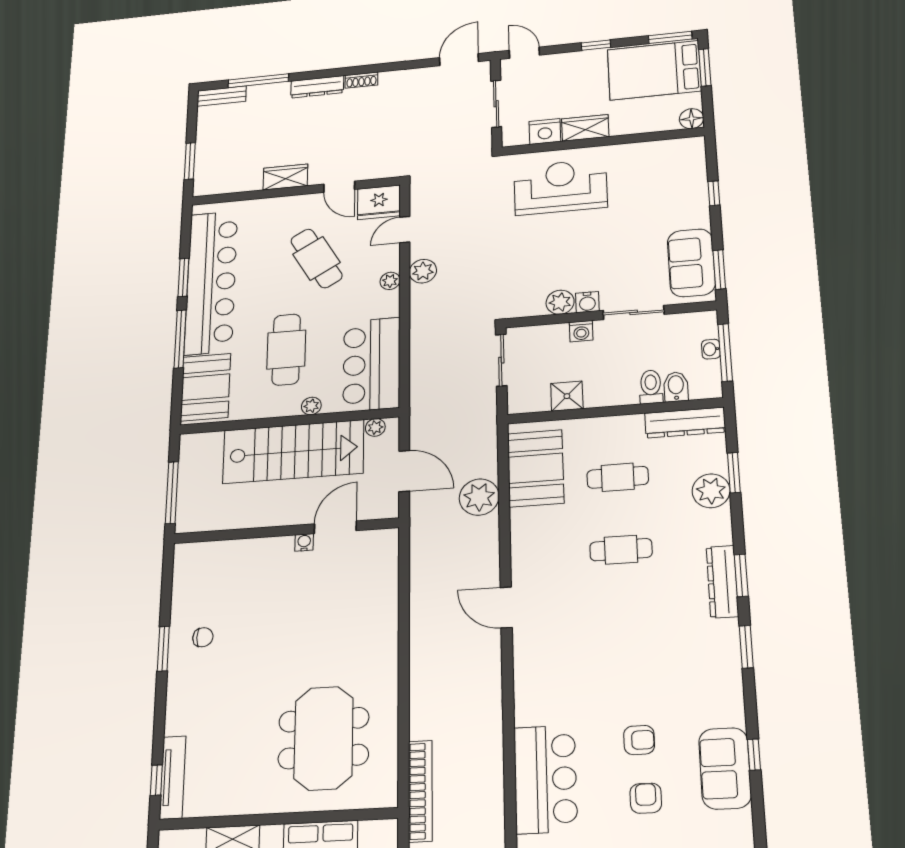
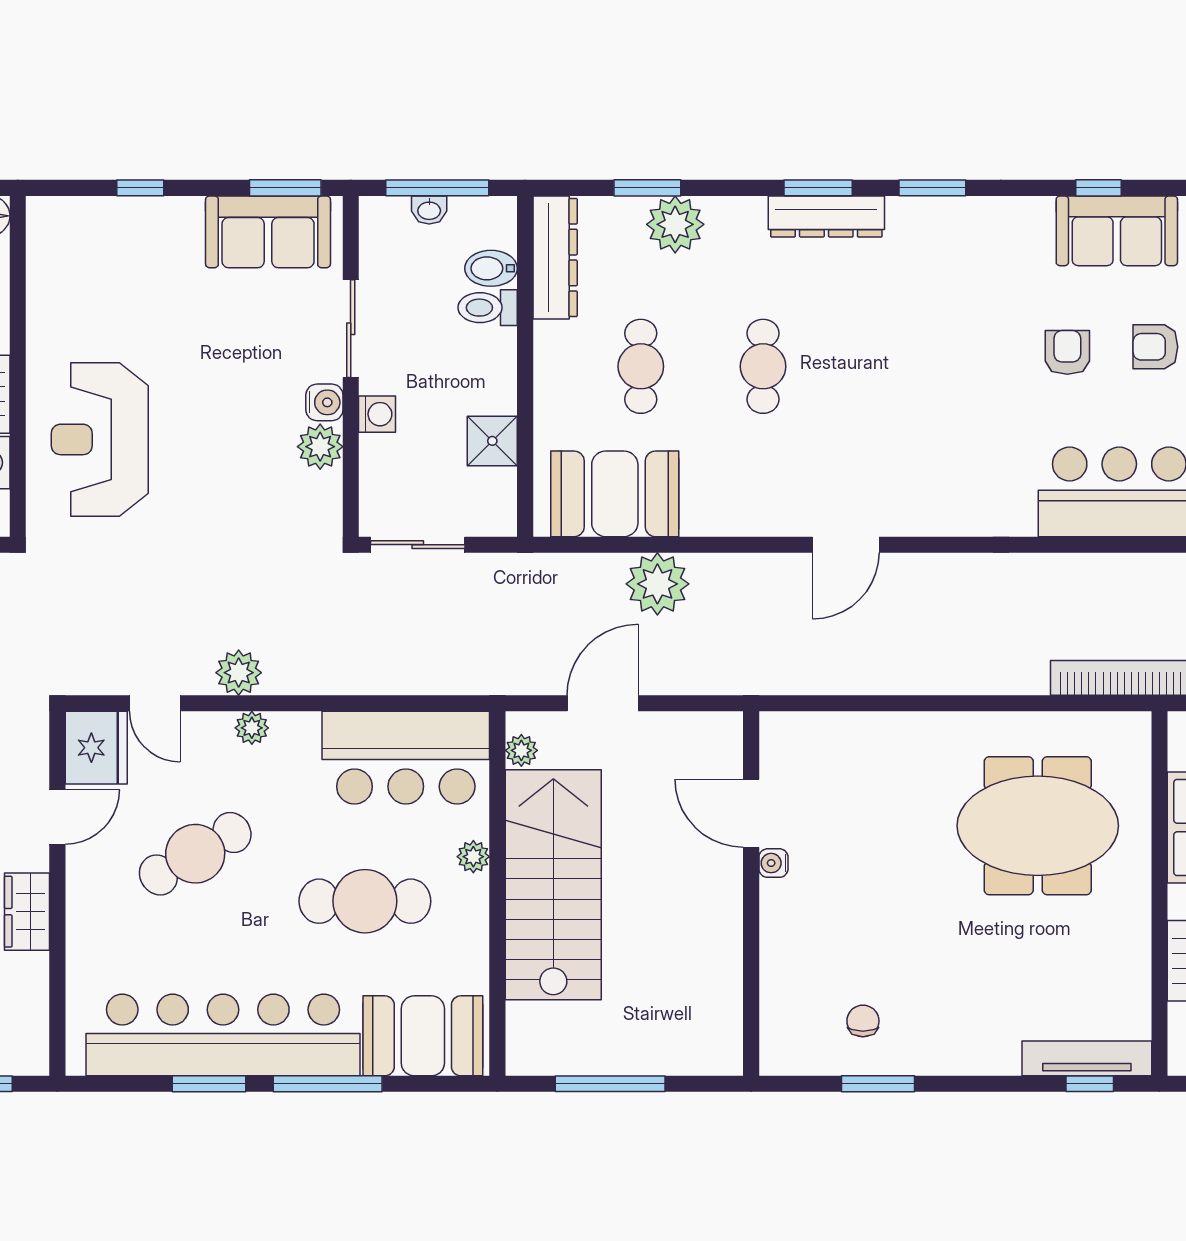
door: (335, 527) -> (751, 813), moved
wall: (286, 531) -> (751, 894), moved
water cooler: (304, 542) -> (773, 863), moved

